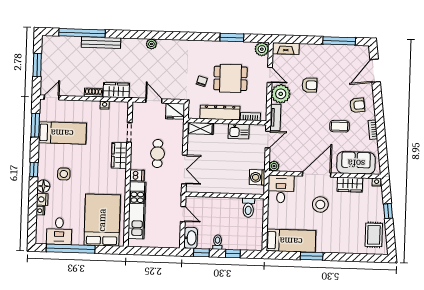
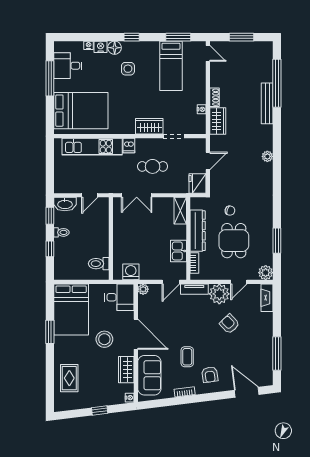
armchair: (310, 85) -> (229, 324), turned 136
door: (268, 140) -> (171, 282), hinge flipped
rug: (374, 235) -> (69, 378), moved, turned 90
bed: (291, 241) -> (71, 310), width x1.50
window: (71, 249) -> (50, 78), width x0.68

